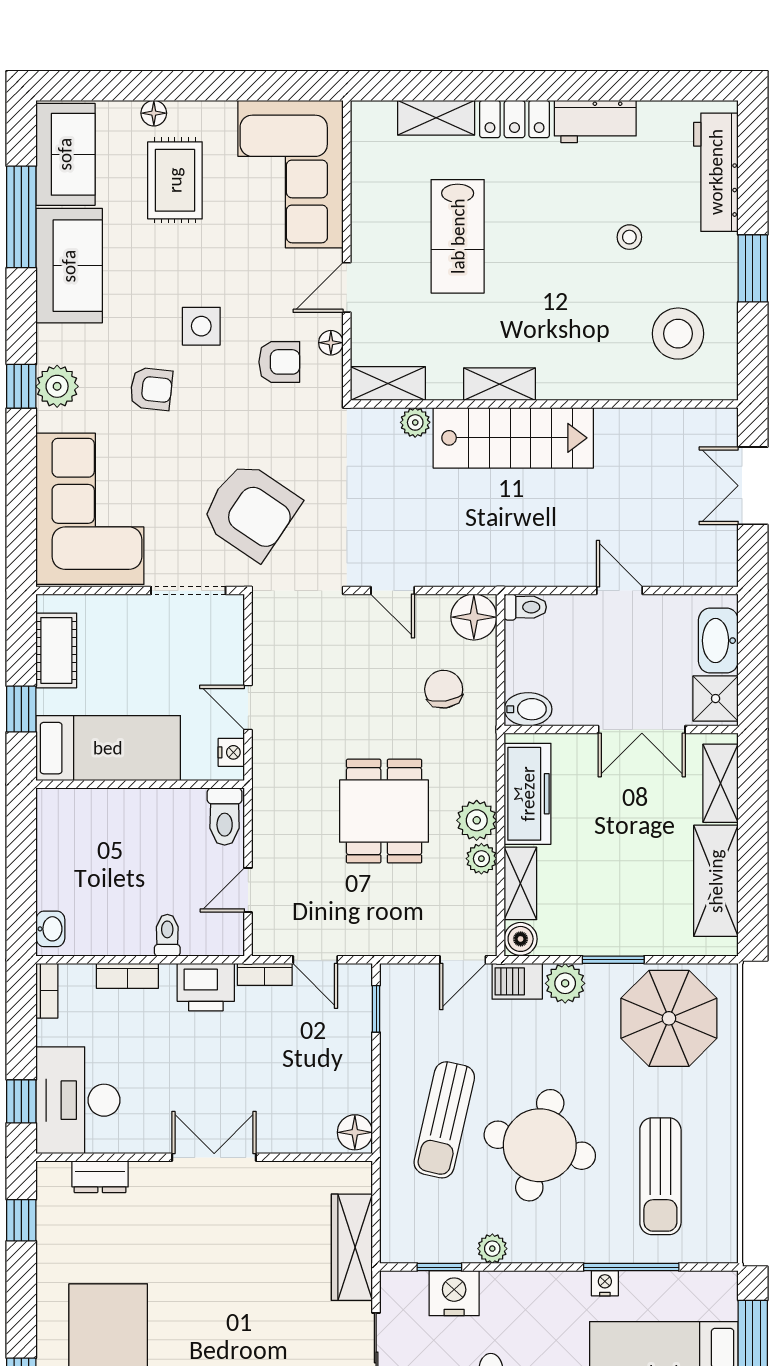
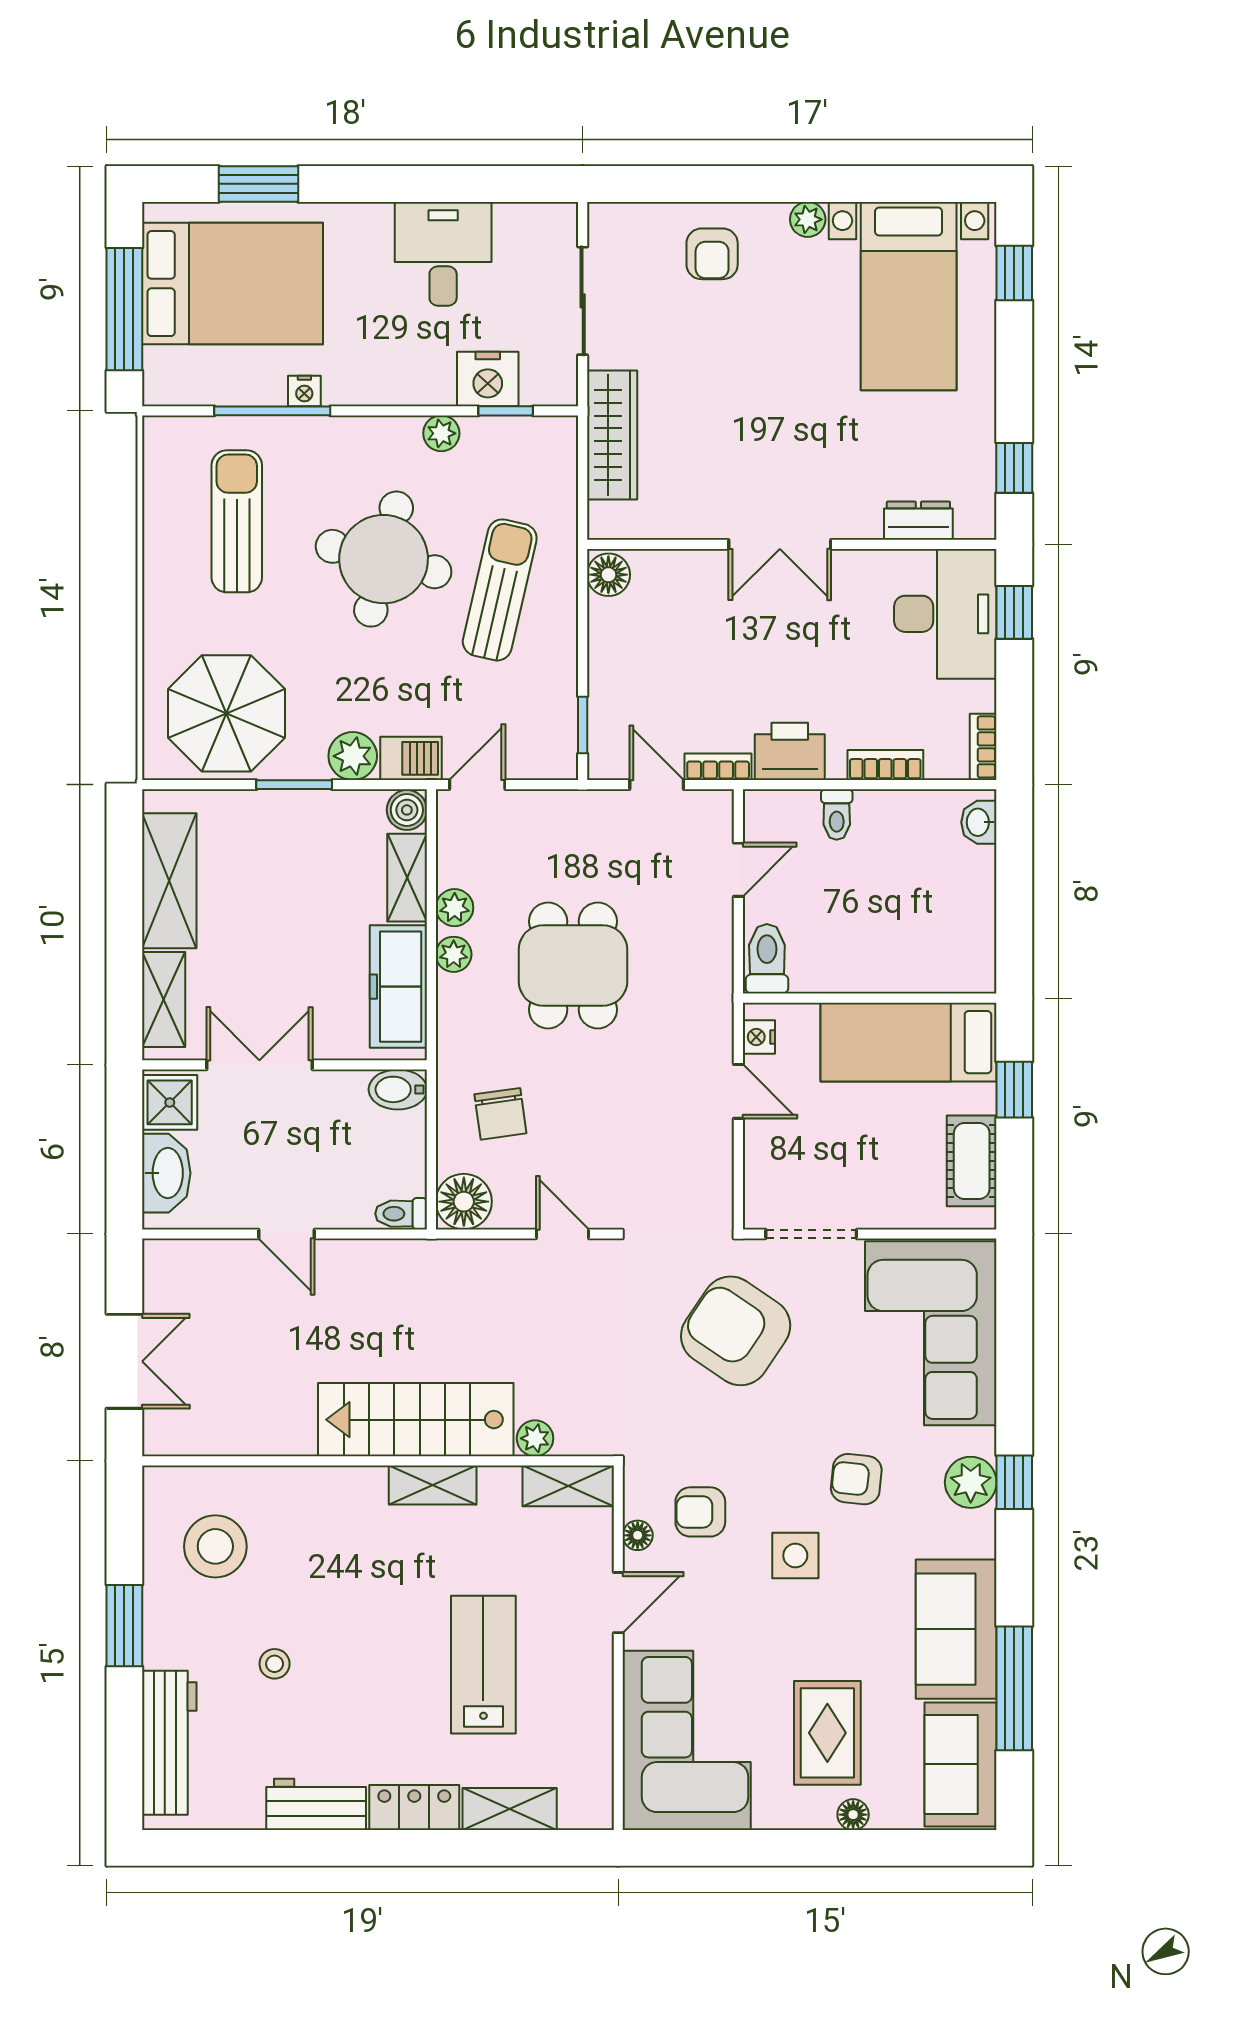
plant: (477, 820) -> (454, 954), width x0.73, depth x0.73

